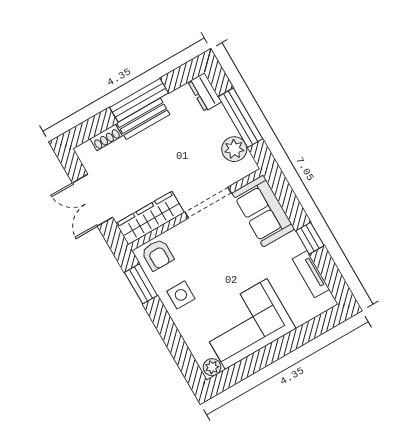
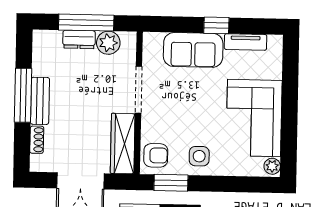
dresser: (205, 92) -> (79, 39), moved
sofa: (263, 211) -> (193, 50), moved

